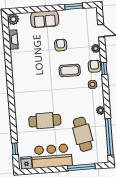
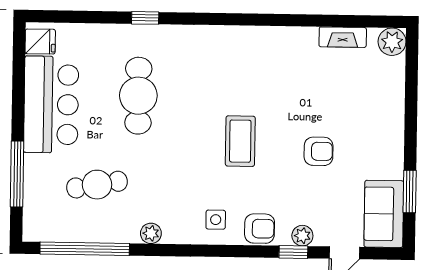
sofa: (45, 19) -> (384, 214), moved
window: (104, 68) -> (293, 252), moved
coffee table: (70, 70) -> (240, 141), moved
cafe table: (83, 134) -> (97, 185), width x0.73, depth x0.74
window: (15, 149) -> (145, 18), moved

